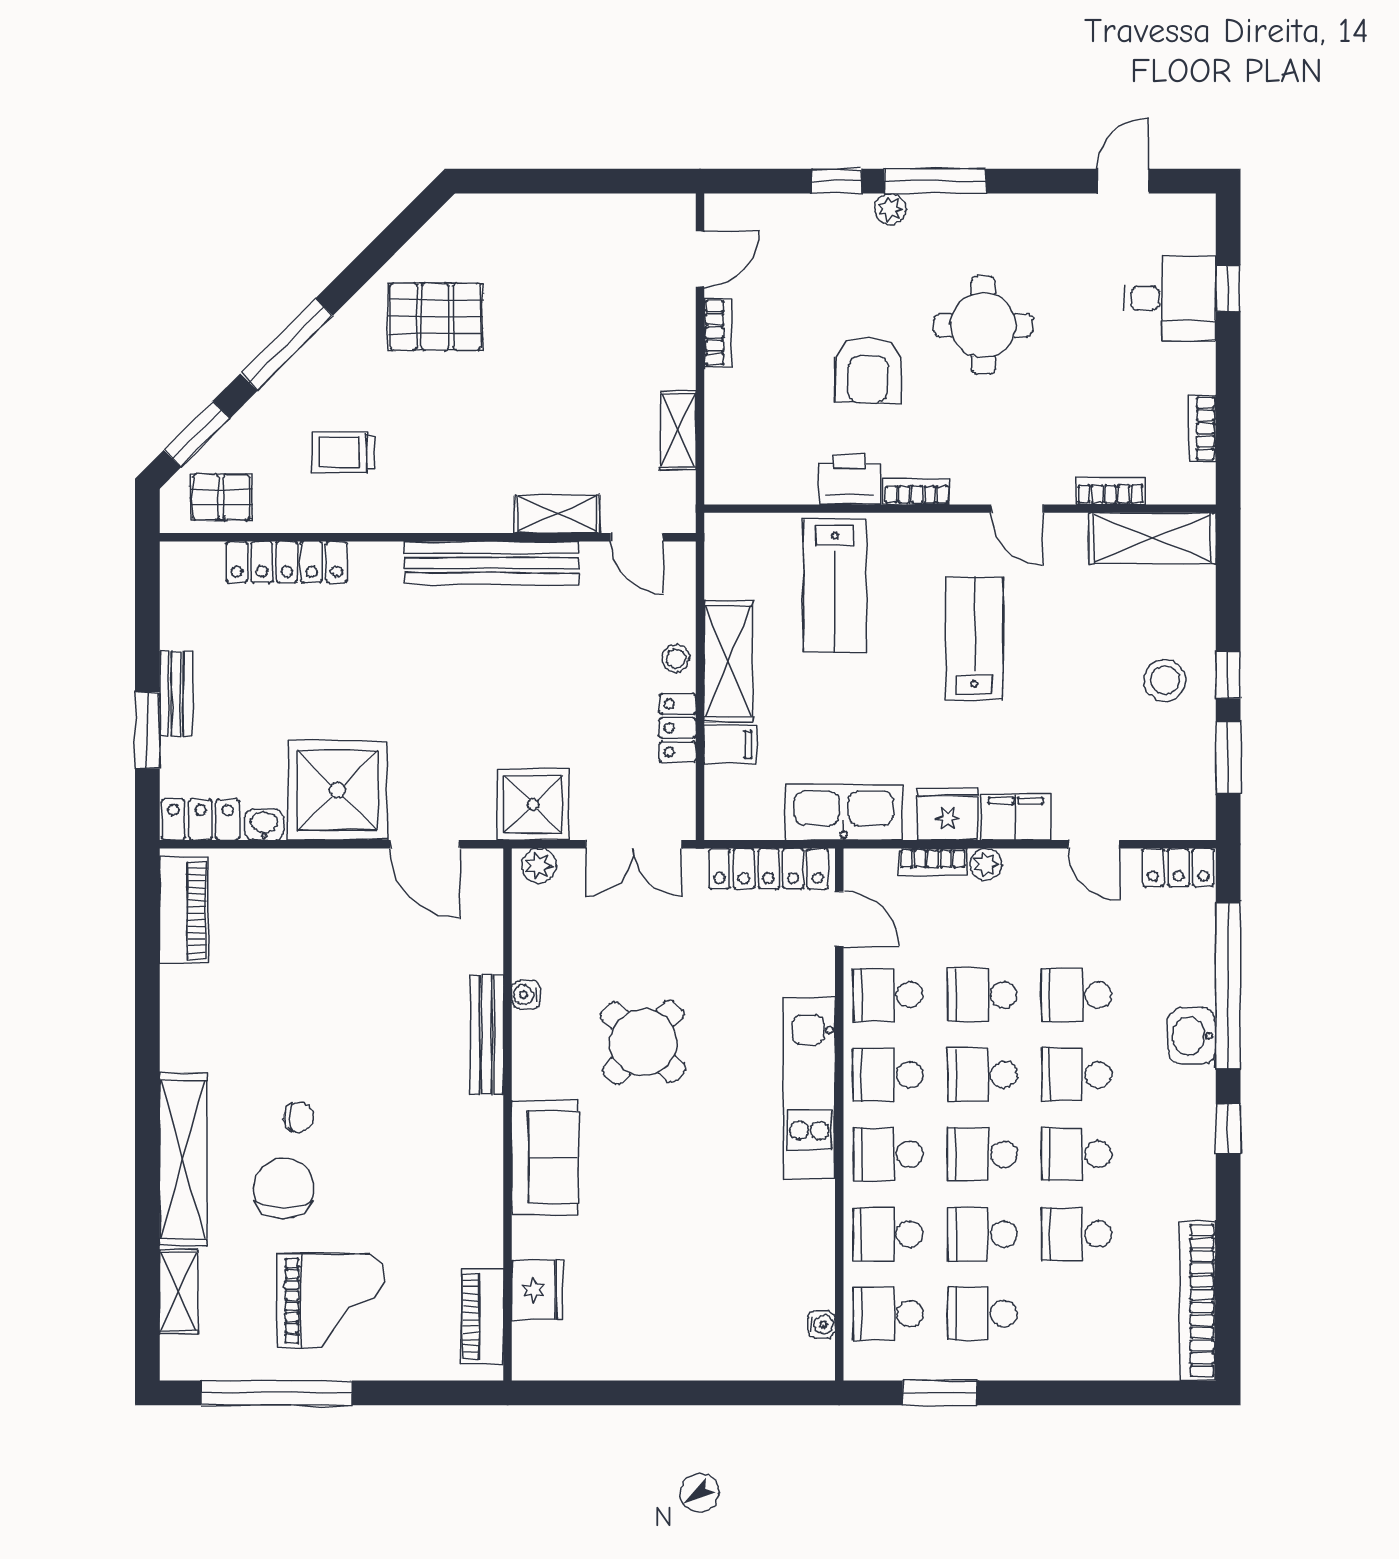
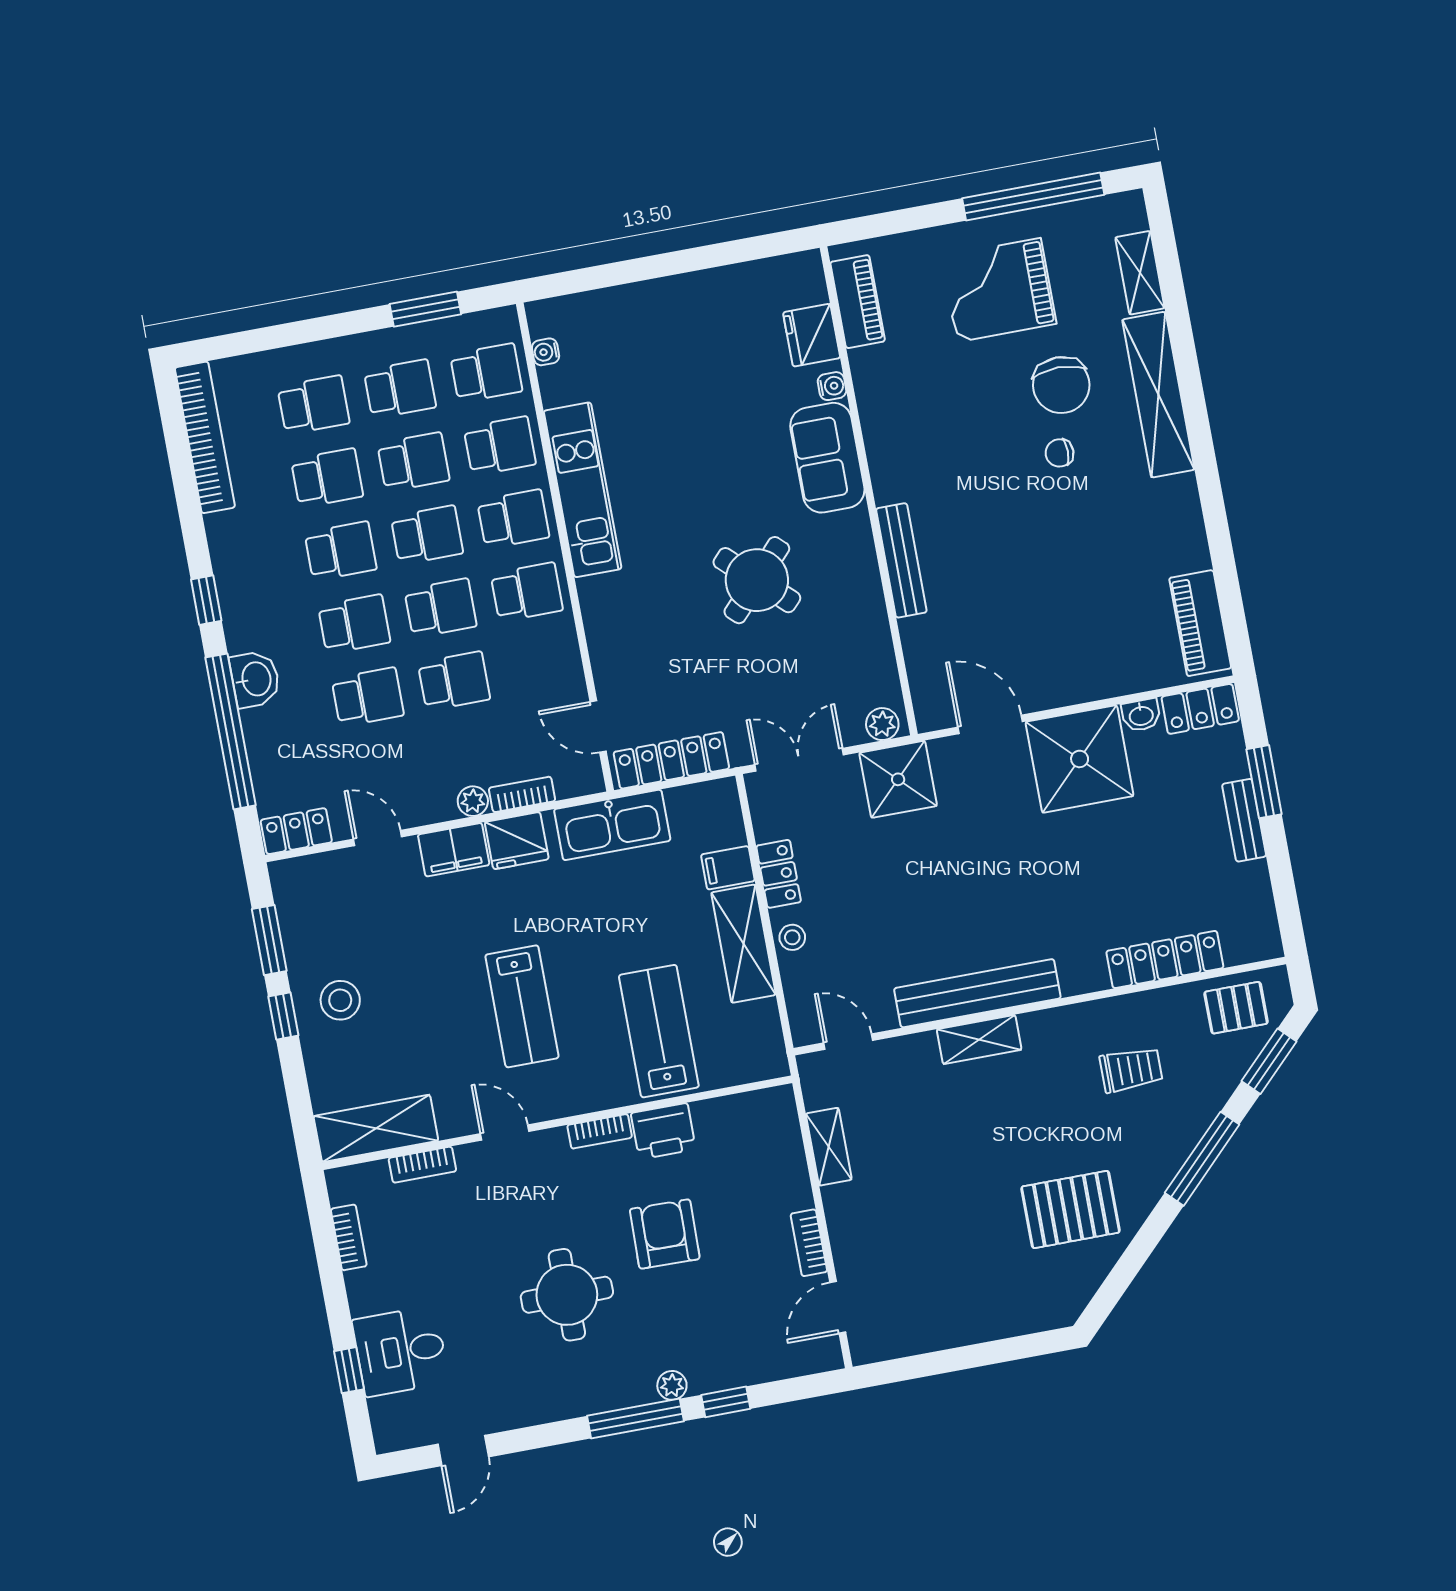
shelving: (557, 514) -> (979, 1040), moved
water cooler: (526, 995) -> (832, 386), moved
school desk: (888, 995) -> (314, 405), moved
kitchen unit: (809, 1088) -> (583, 490), moved

